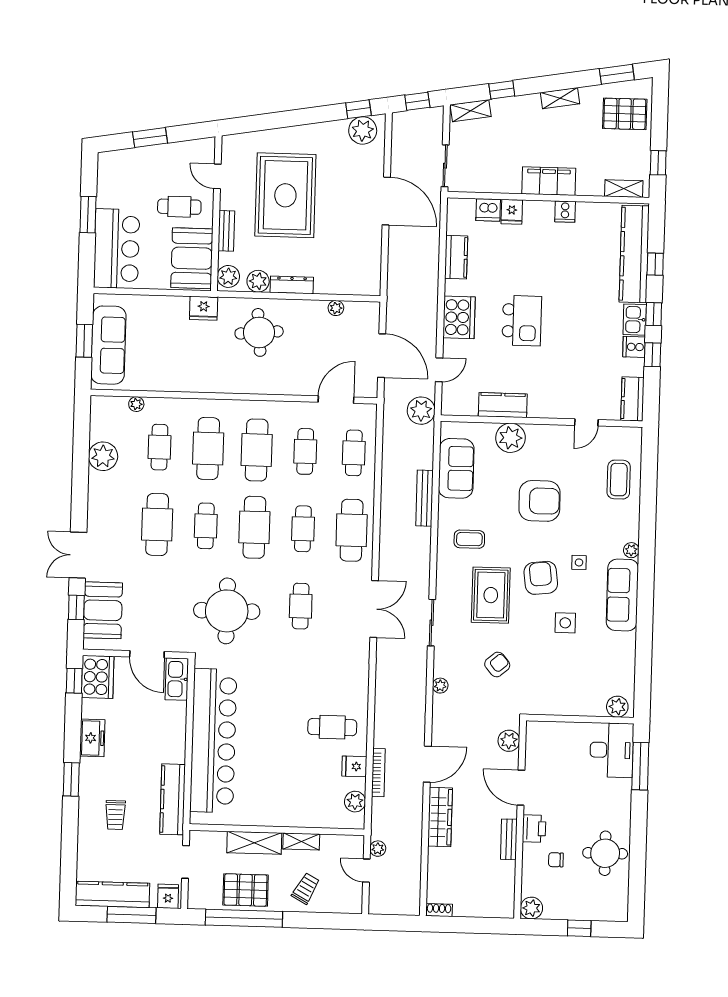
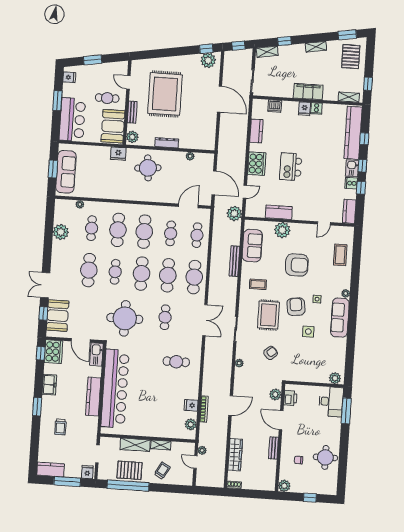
pallet: (625, 114) -> (351, 57), turned 90
fridge: (108, 171) -> (69, 77), added
fridge: (512, 212) -> (305, 109), moved
plant: (258, 281) -> (148, 140), removed
kitchen island: (522, 321) -> (291, 167), turned 180
cafe table: (303, 529) -> (168, 275), width x1.37, depth x1.35
cafe table: (332, 727) -> (176, 362), moved
kitchen counter: (173, 799) -> (93, 397), moved
wardrobe: (440, 817) -> (235, 455), moved
printer: (534, 829) -> (290, 398), moved
kitchen counter: (112, 894) -> (51, 470), width x0.67

